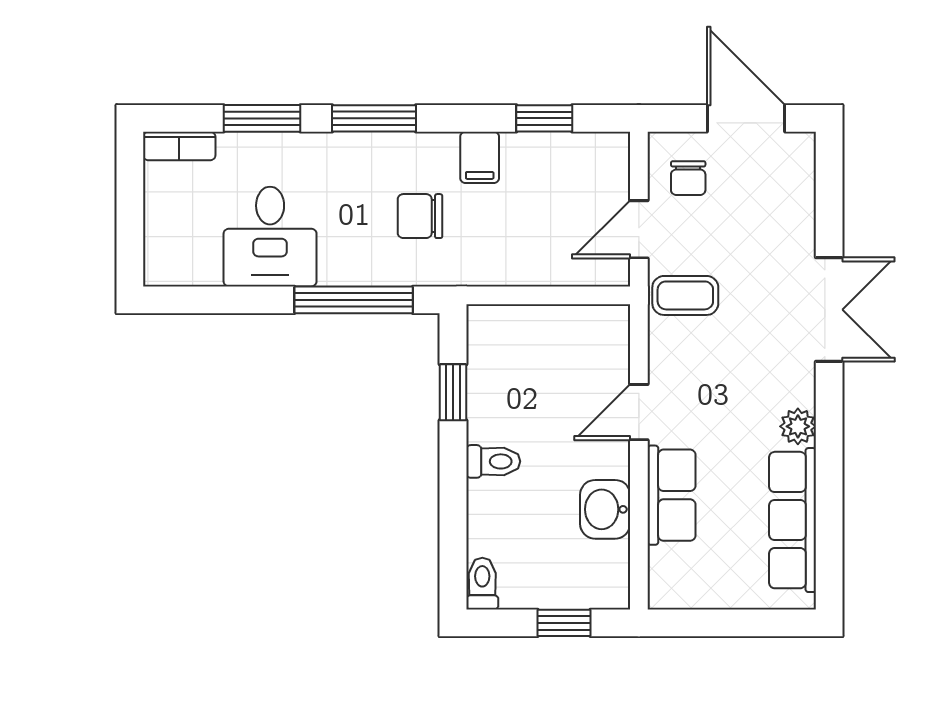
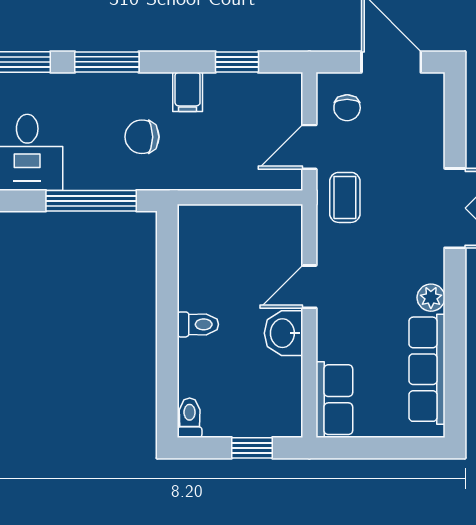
coffee table: (685, 295) -> (345, 197), turned 90
window: (453, 392) -> (167, 271), removed
row of seats: (672, 495) -> (334, 400), moved
washbasin: (605, 509) -> (284, 333), moved

